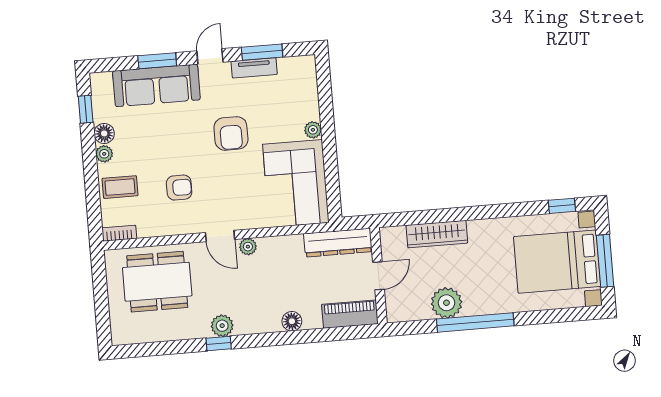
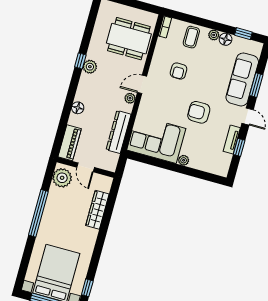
window: (262, 52) -> (239, 147), width x0.67
dresser: (338, 243) -> (119, 132), moved
dining table: (157, 282) -> (129, 39), turned 90
plant: (447, 303) -> (62, 178), moved

